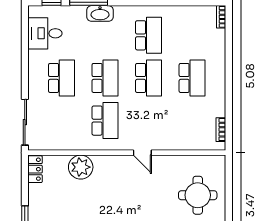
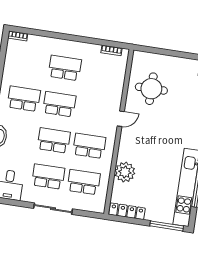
school desk: (62, 121) -> (84, 182), added
sliding door: (25, 122) -> (53, 209), moved
locker: (35, 169) -> (127, 211), width x1.53
round table: (198, 195) -> (151, 89), moved

